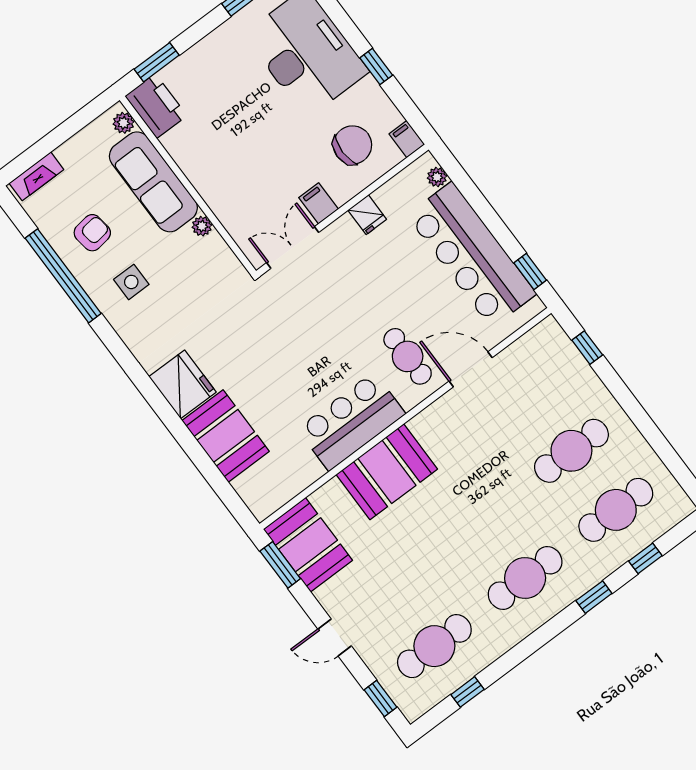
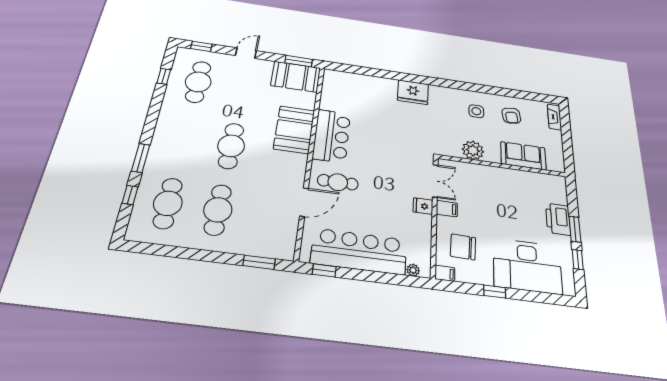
window: (157, 62) -> (575, 229), moved
printer: (156, 106) -> (558, 219), moved, turned 90
plant: (124, 123) -> (553, 166), removed
chair: (352, 145) -> (463, 247), turned 92
sofa: (153, 182) -> (523, 156), width x0.73
fridge: (367, 215) -> (423, 206), moved
plant: (202, 226) -> (473, 150), width x1.88, depth x1.88
window: (63, 276) -> (501, 92), removed
window: (587, 348) -> (259, 262), width x1.50
booth: (226, 436) -> (375, 88), removed
cafe table: (525, 578) -> (231, 146), moved
window: (594, 597) -> (141, 158), width x1.50

